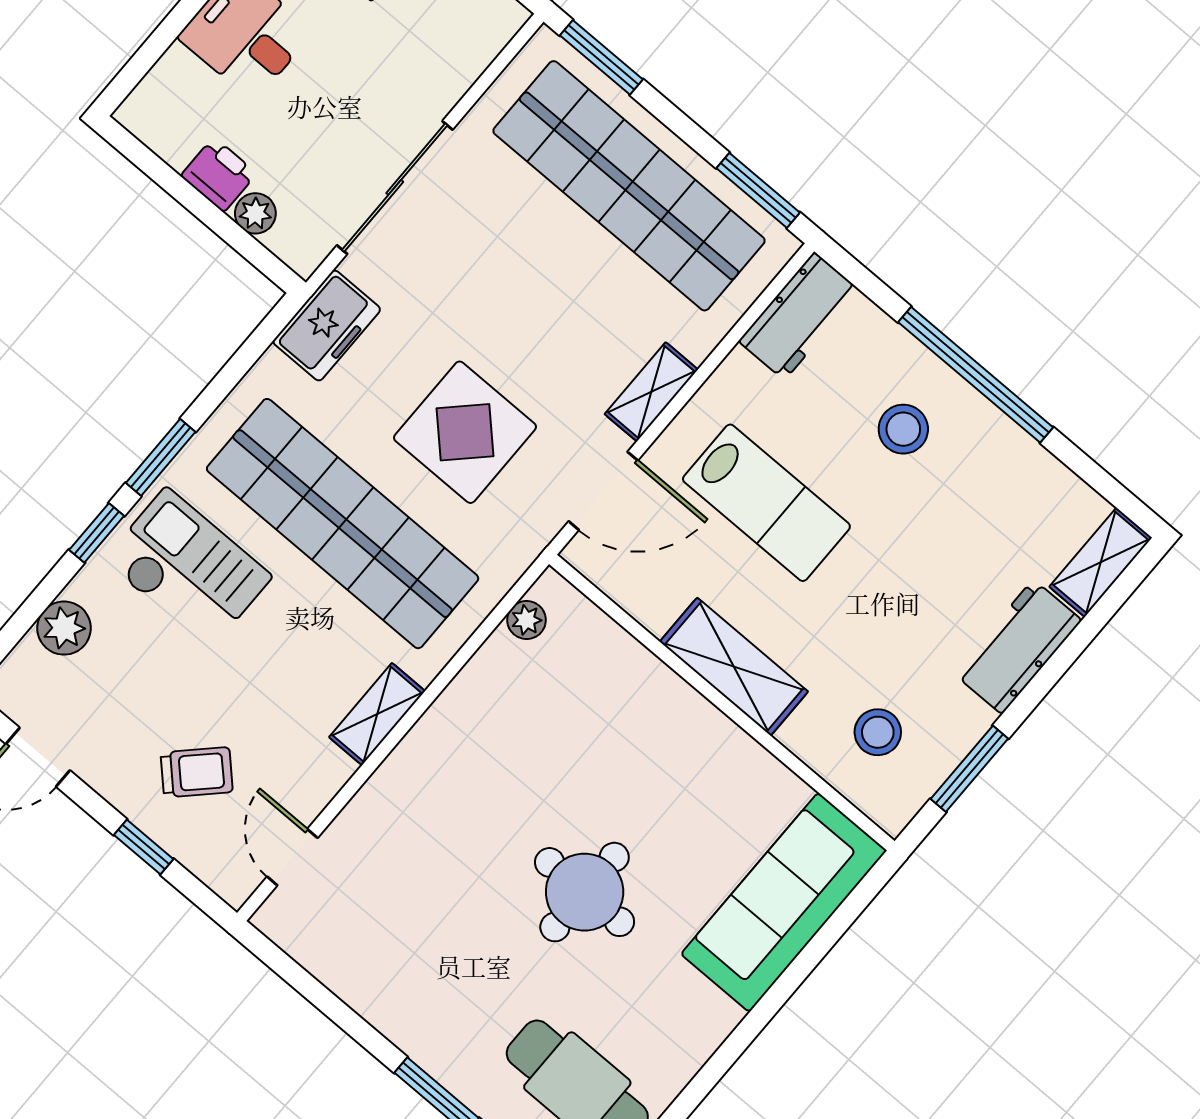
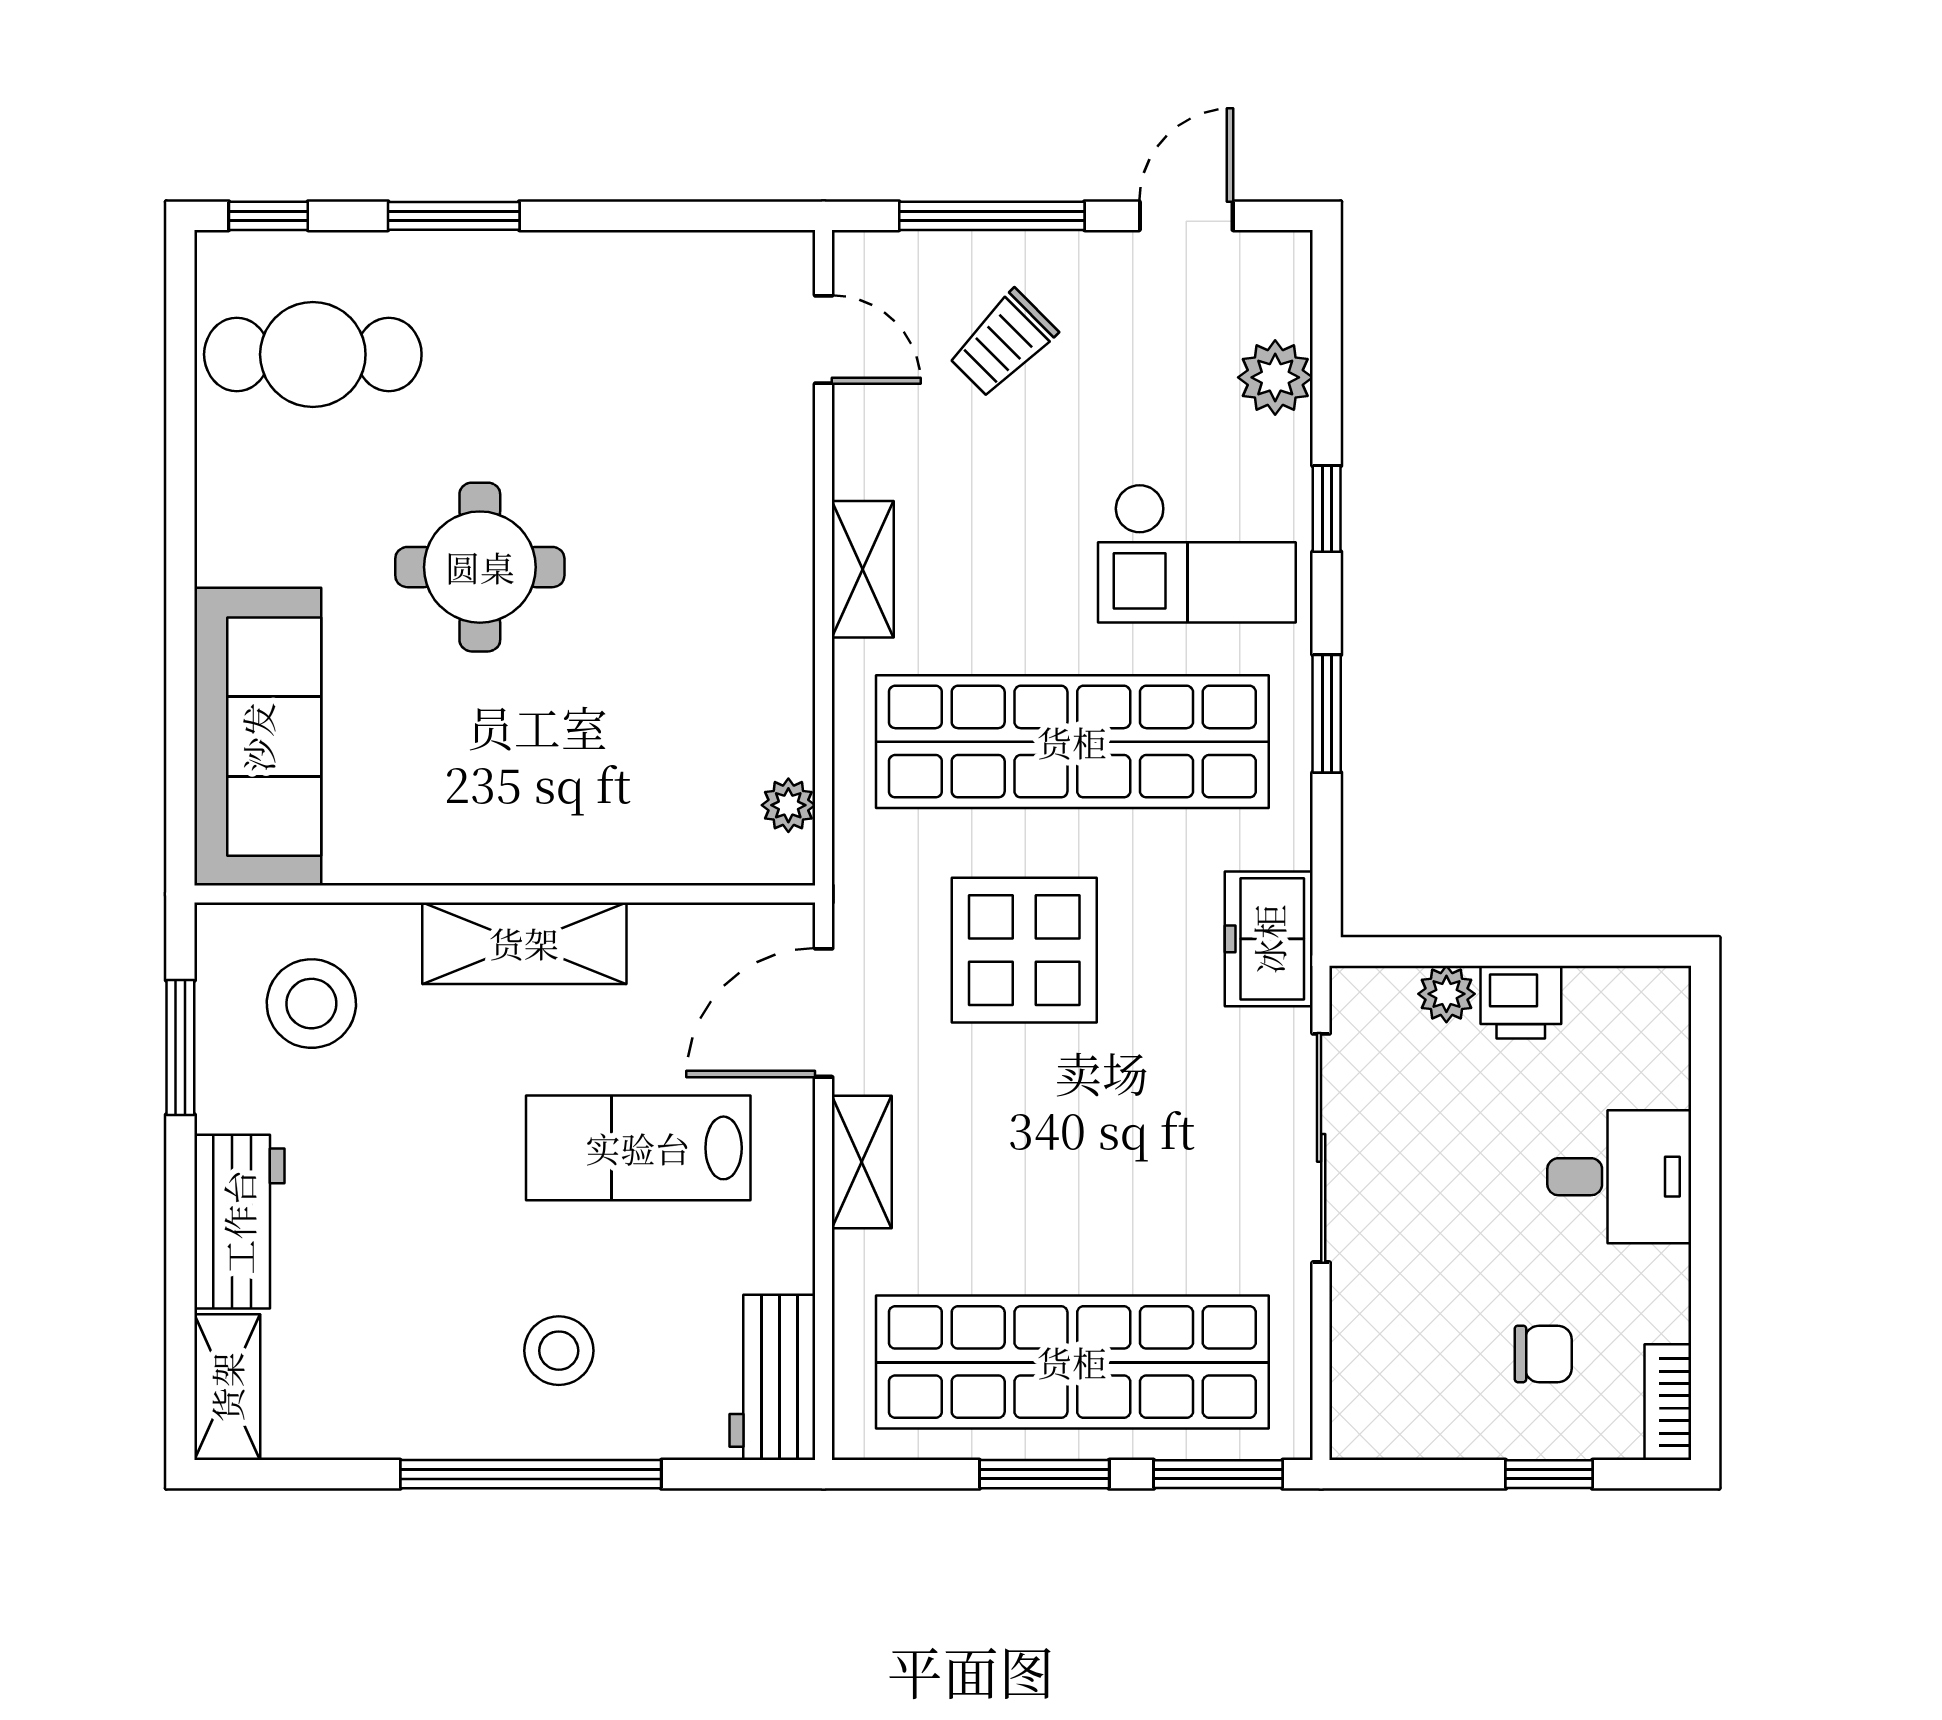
window: (758, 190) -> (1044, 1474), moved
window: (161, 457) -> (1327, 714), moved
stool: (878, 732) -> (311, 1004), width x1.38, depth x1.38
window: (144, 847) -> (992, 216), width x2.17

